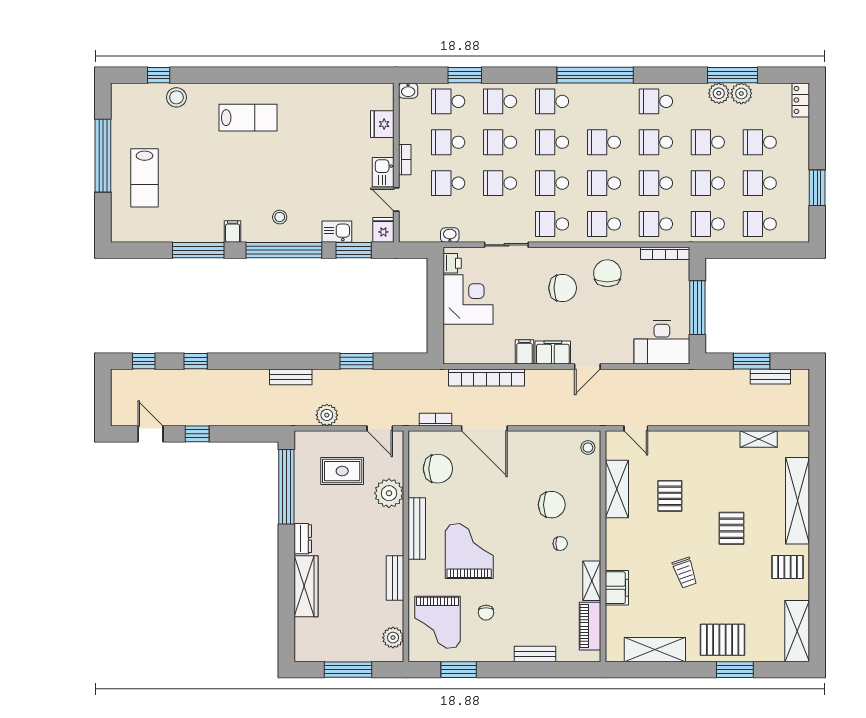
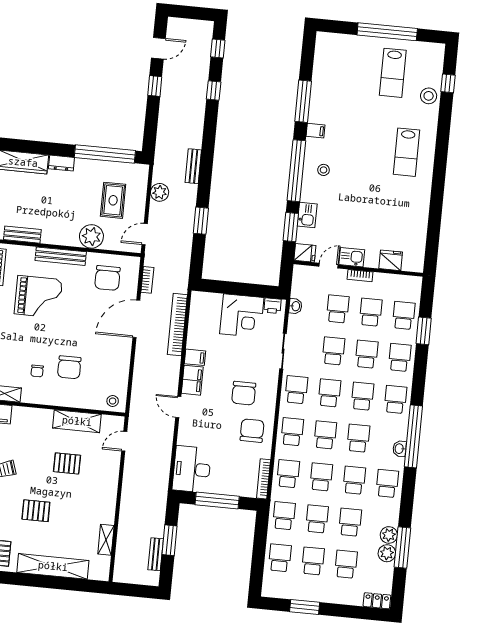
washbasin: (408, 91) -> (400, 449), moved
lab bench: (145, 178) -> (393, 73), moved, turned -90
chair: (607, 273) -> (252, 431), turned -90

